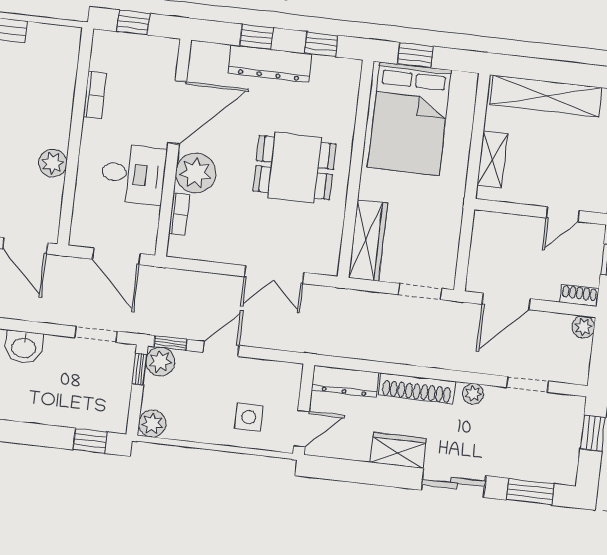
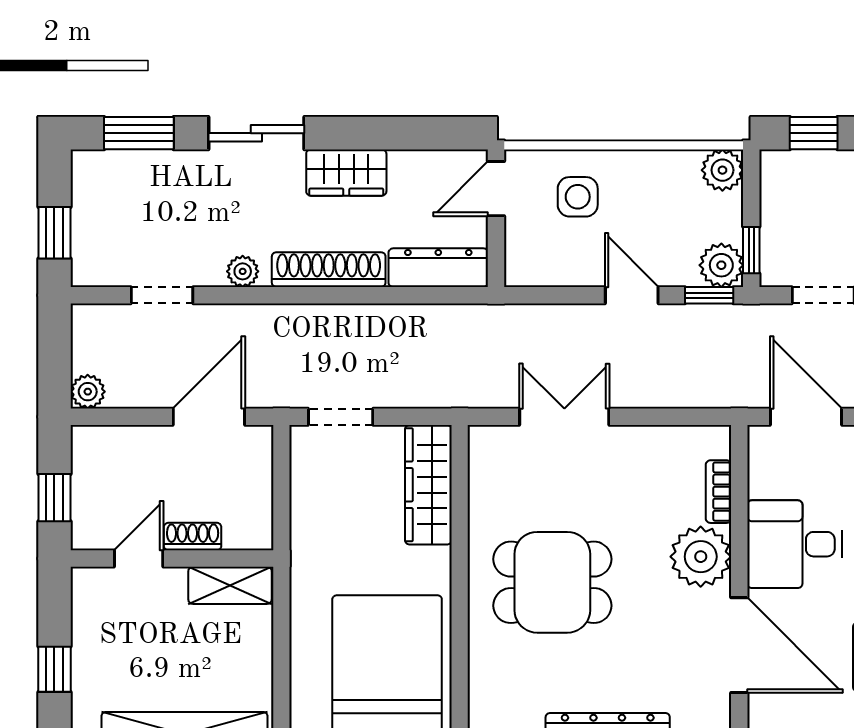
door: (177, 112) -> (739, 645), swing flipped
shelving: (492, 159) -> (230, 585), moved, turned 90
shoe rack: (579, 295) -> (193, 537), moved, turned 180
door: (221, 349) -> (632, 295), swing flipped

